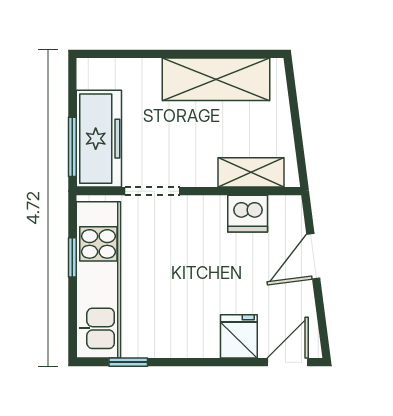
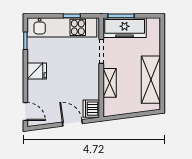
shelving: (251, 172) -> (110, 83), moved
dishwasher: (248, 214) -> (91, 109), moved
fridge: (239, 336) -> (37, 71), moved

